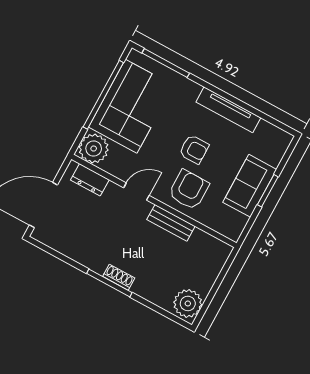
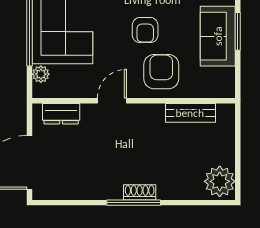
plant: (94, 149) -> (41, 74), width x0.53, depth x0.53
armchair: (194, 149) -> (145, 30), turned 90
bench: (171, 223) -> (190, 113), moved

